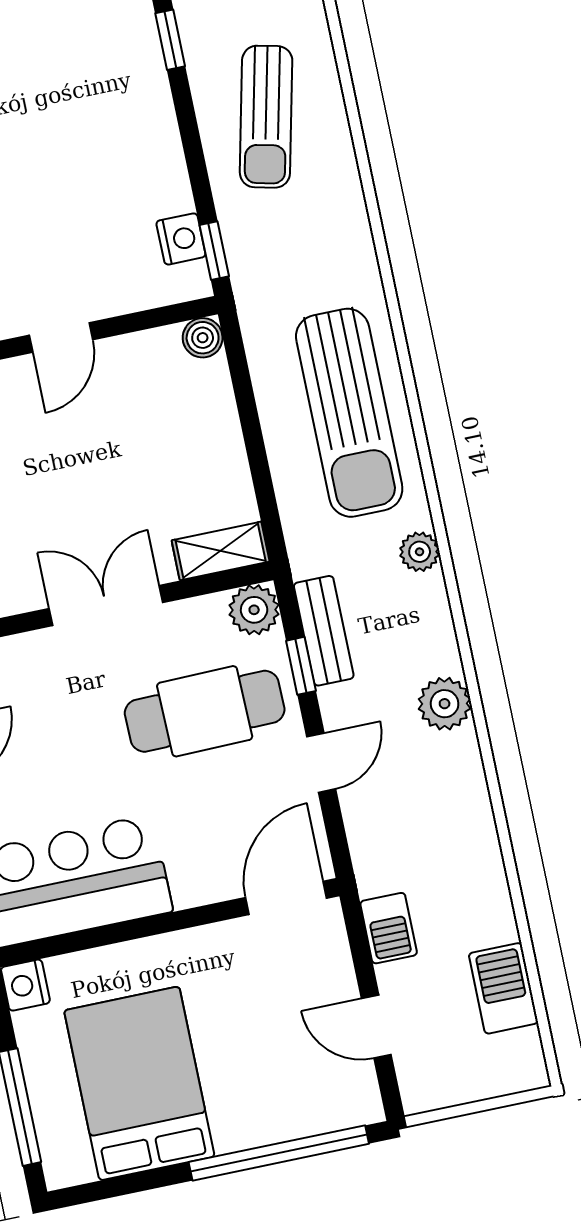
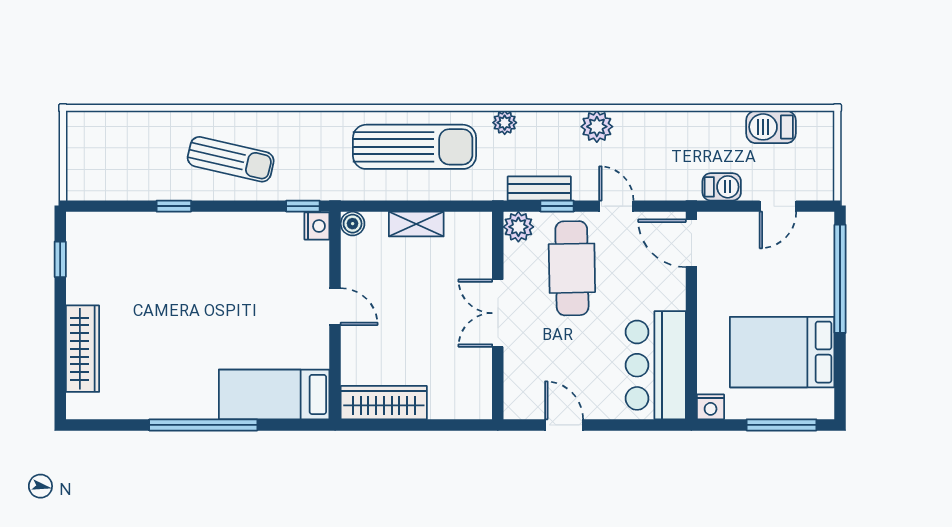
nightstand: (181, 239) -> (317, 226), moved, turned 90
shelving: (221, 551) -> (416, 224), moved, turned 90

